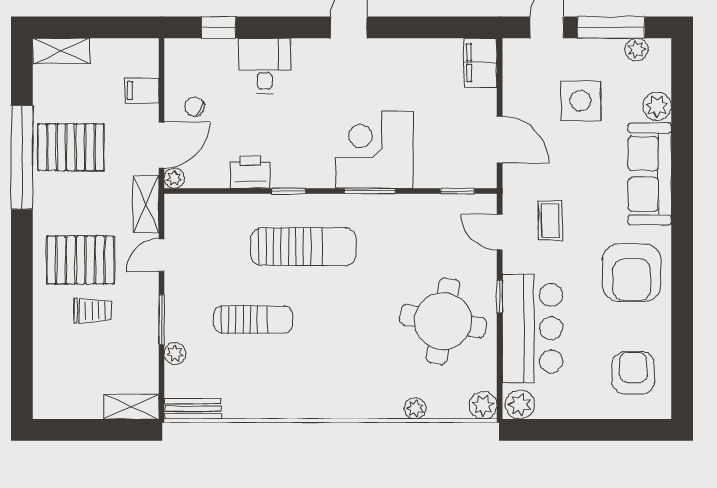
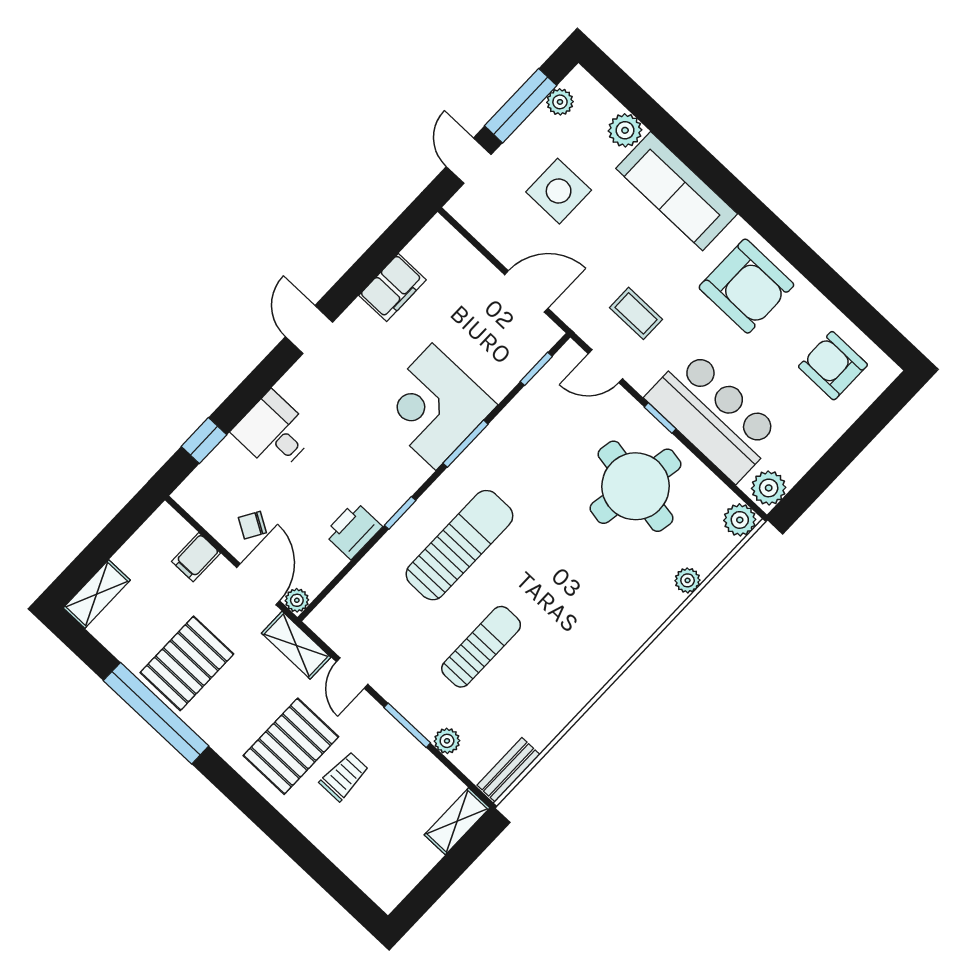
filing cabinet: (481, 63) -> (393, 288), moved, turned -90

